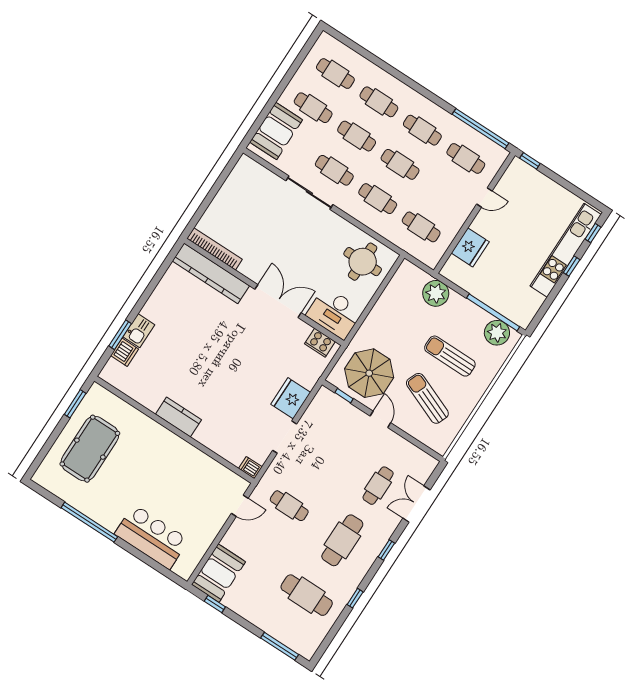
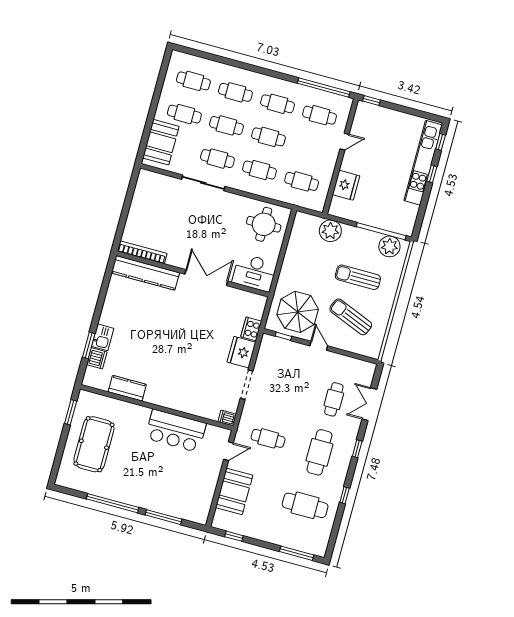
cooker: (320, 343) -> (251, 329), moved, turned 90
kitchen counter: (178, 417) -> (127, 388), moved
bar counter: (152, 537) -> (176, 431), moved, turned 180
window: (142, 557) -> (164, 517), added
booth: (218, 573) -> (234, 491), moved

